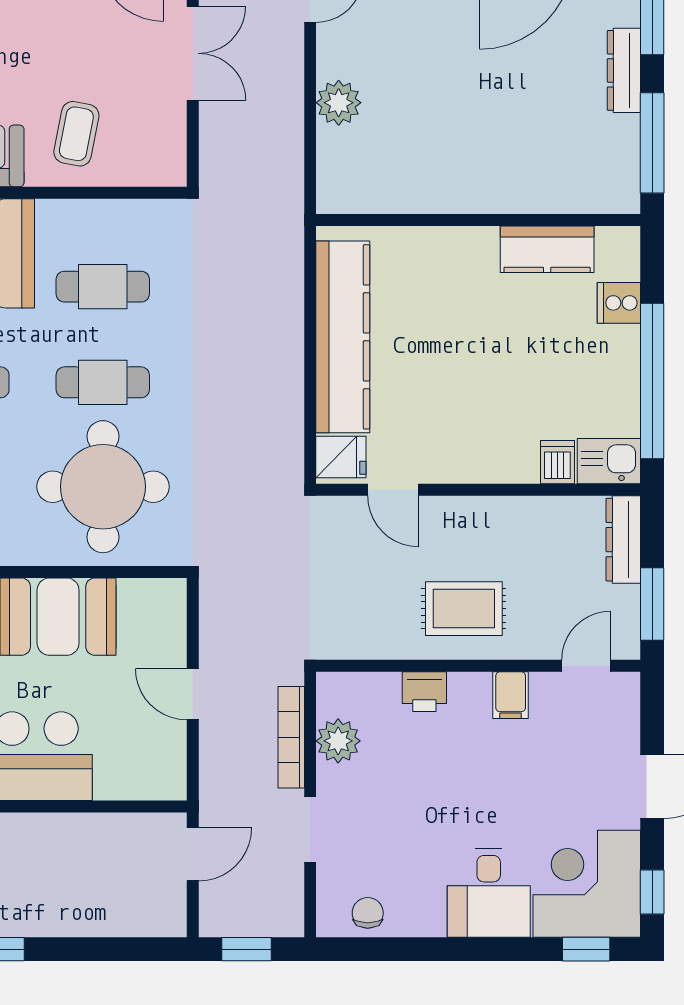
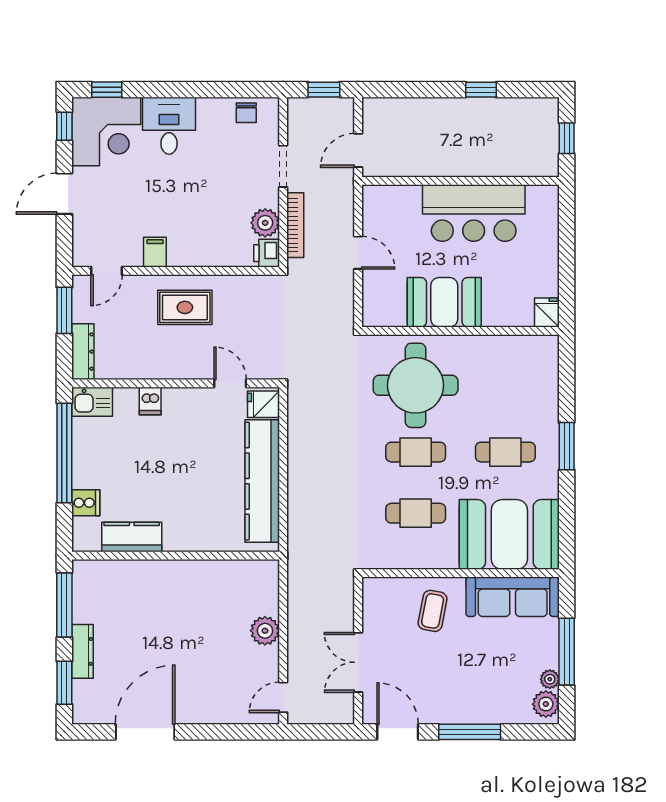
dishwasher: (557, 462) -> (150, 401), moved
printer: (424, 692) -> (267, 253), moved, turned -90

